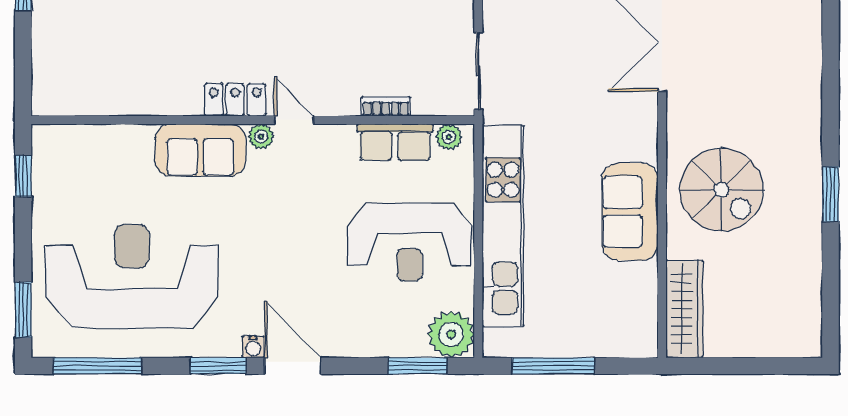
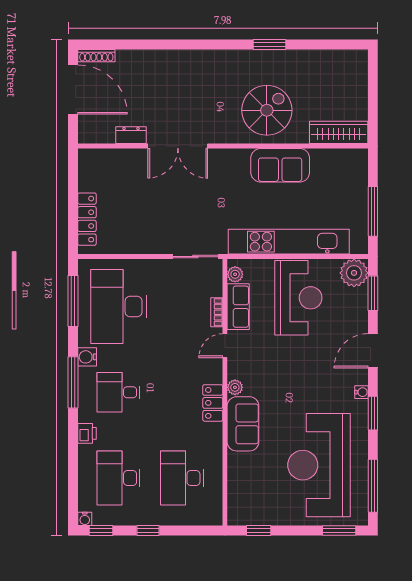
desk: (110, 49) -> (182, 478), added
door: (294, 120) -> (225, 346), moved
door: (293, 366) -> (373, 351), moved

